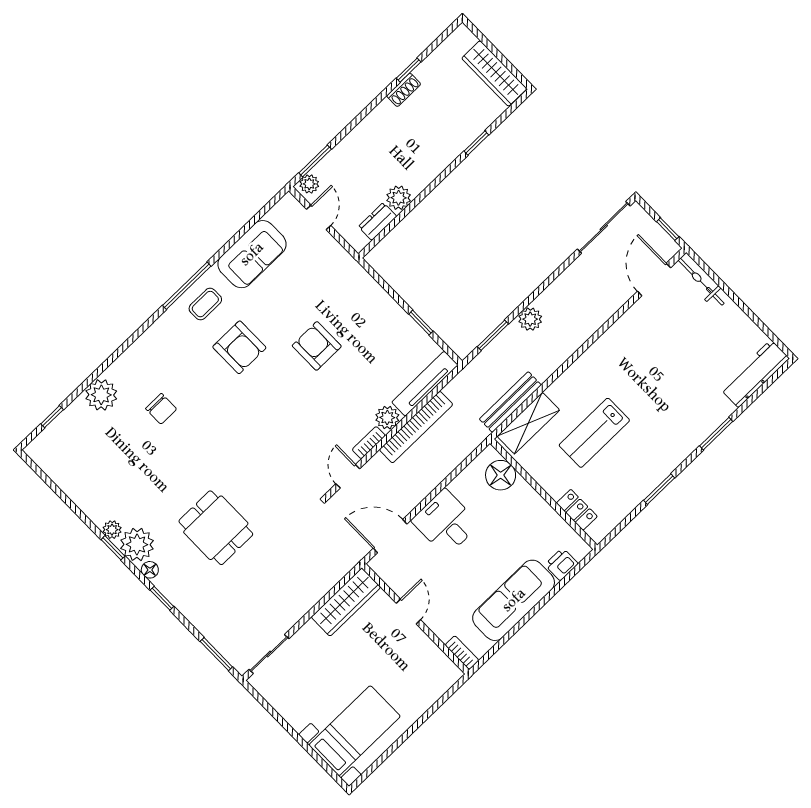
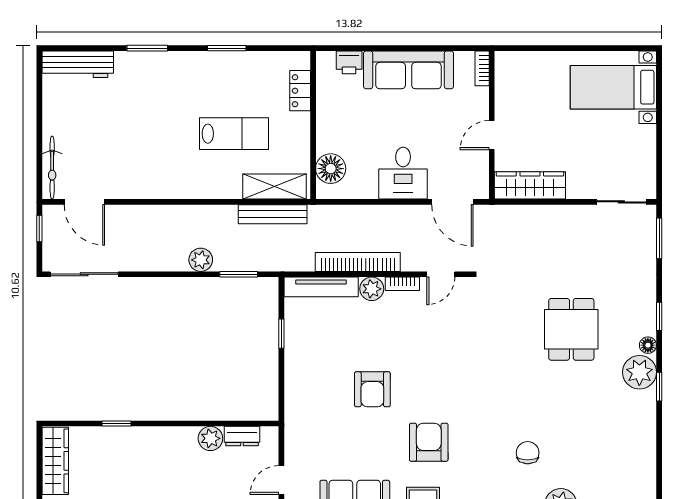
door: (654, 279) -> (84, 202), hinge flipped
plant: (112, 530) -> (647, 400), removed

